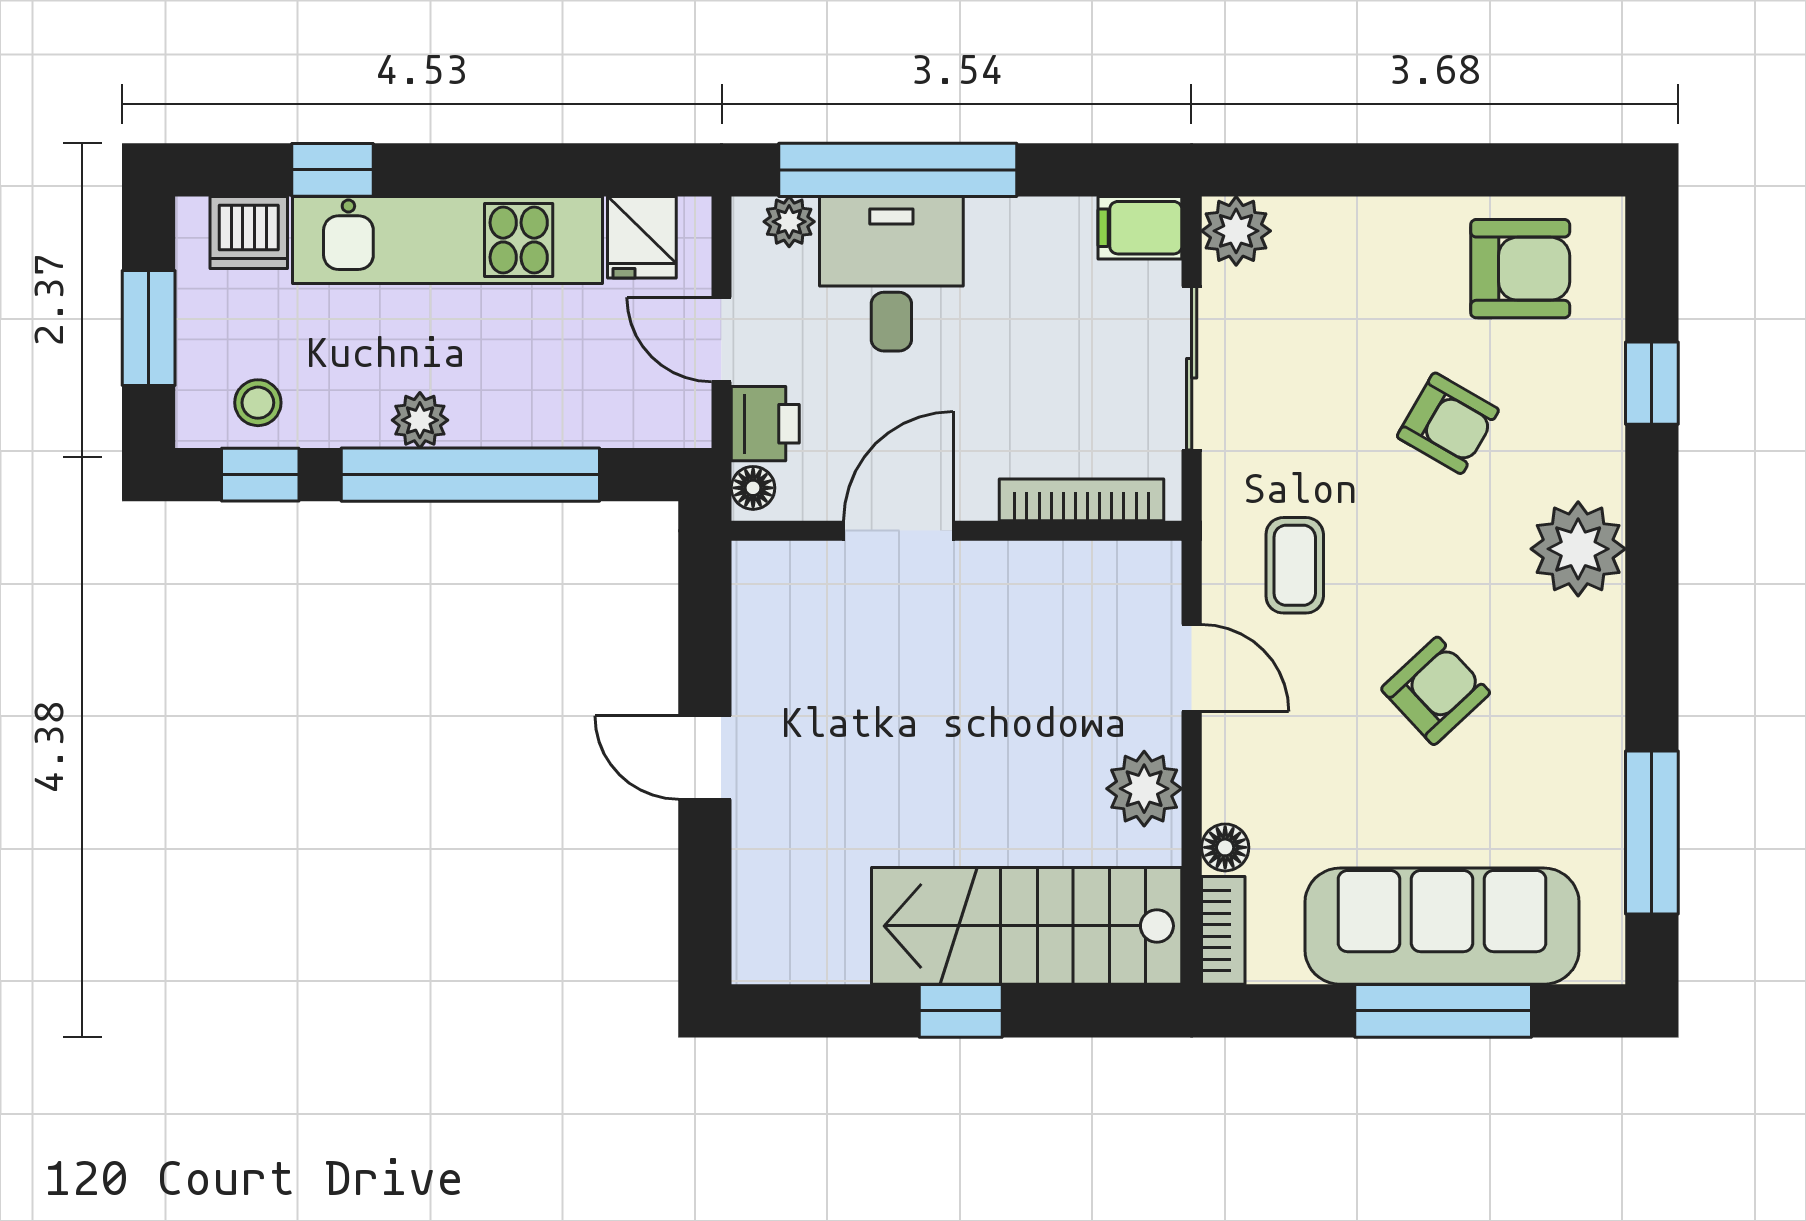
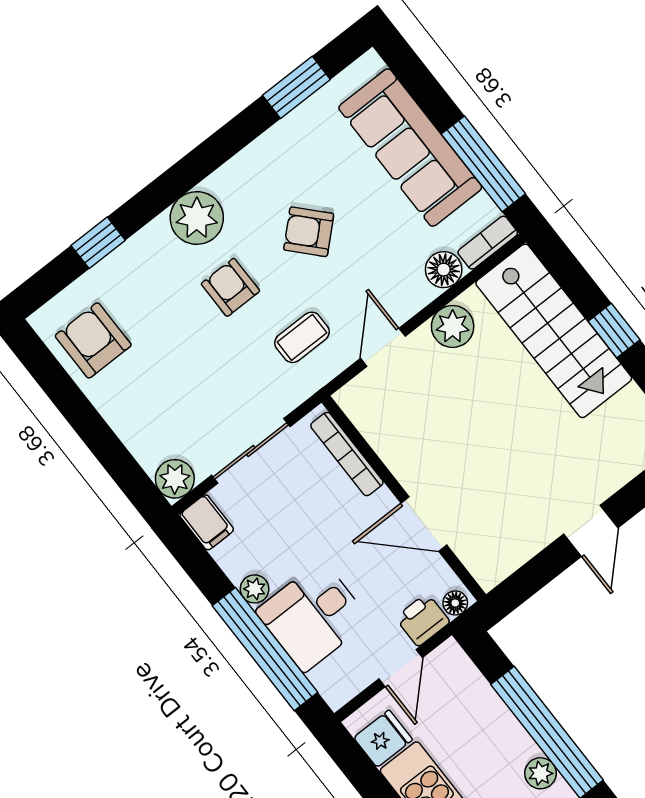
plant: (789, 222) -> (255, 589), moved
armchair: (1448, 423) -> (230, 287), moved, turned -30
window: (1652, 833) -> (296, 87), width x0.69
floor lamp: (1225, 847) -> (444, 270), width x1.37, depth x1.37
window: (1443, 1011) -> (483, 164), moved

